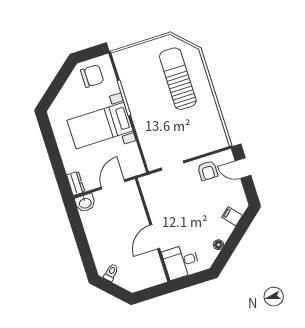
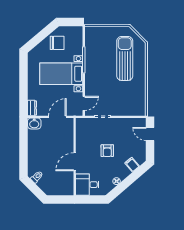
chair: (92, 76) -> (57, 43), moved
door: (142, 155) -> (84, 103), added
armchair: (208, 171) -> (107, 151), moved

